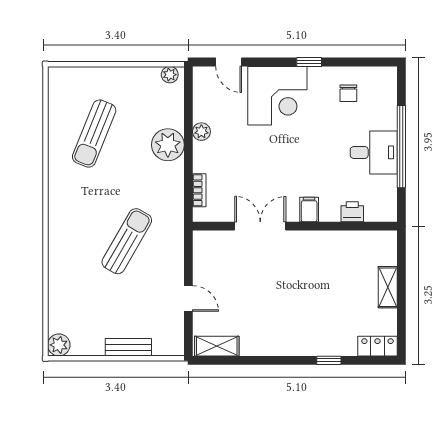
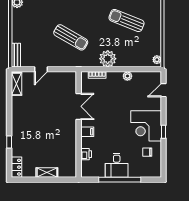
corner desk: (277, 96) -> (146, 126), moved
plant: (168, 145) -> (108, 59), moved
bench: (128, 347) -> (16, 55), moved

